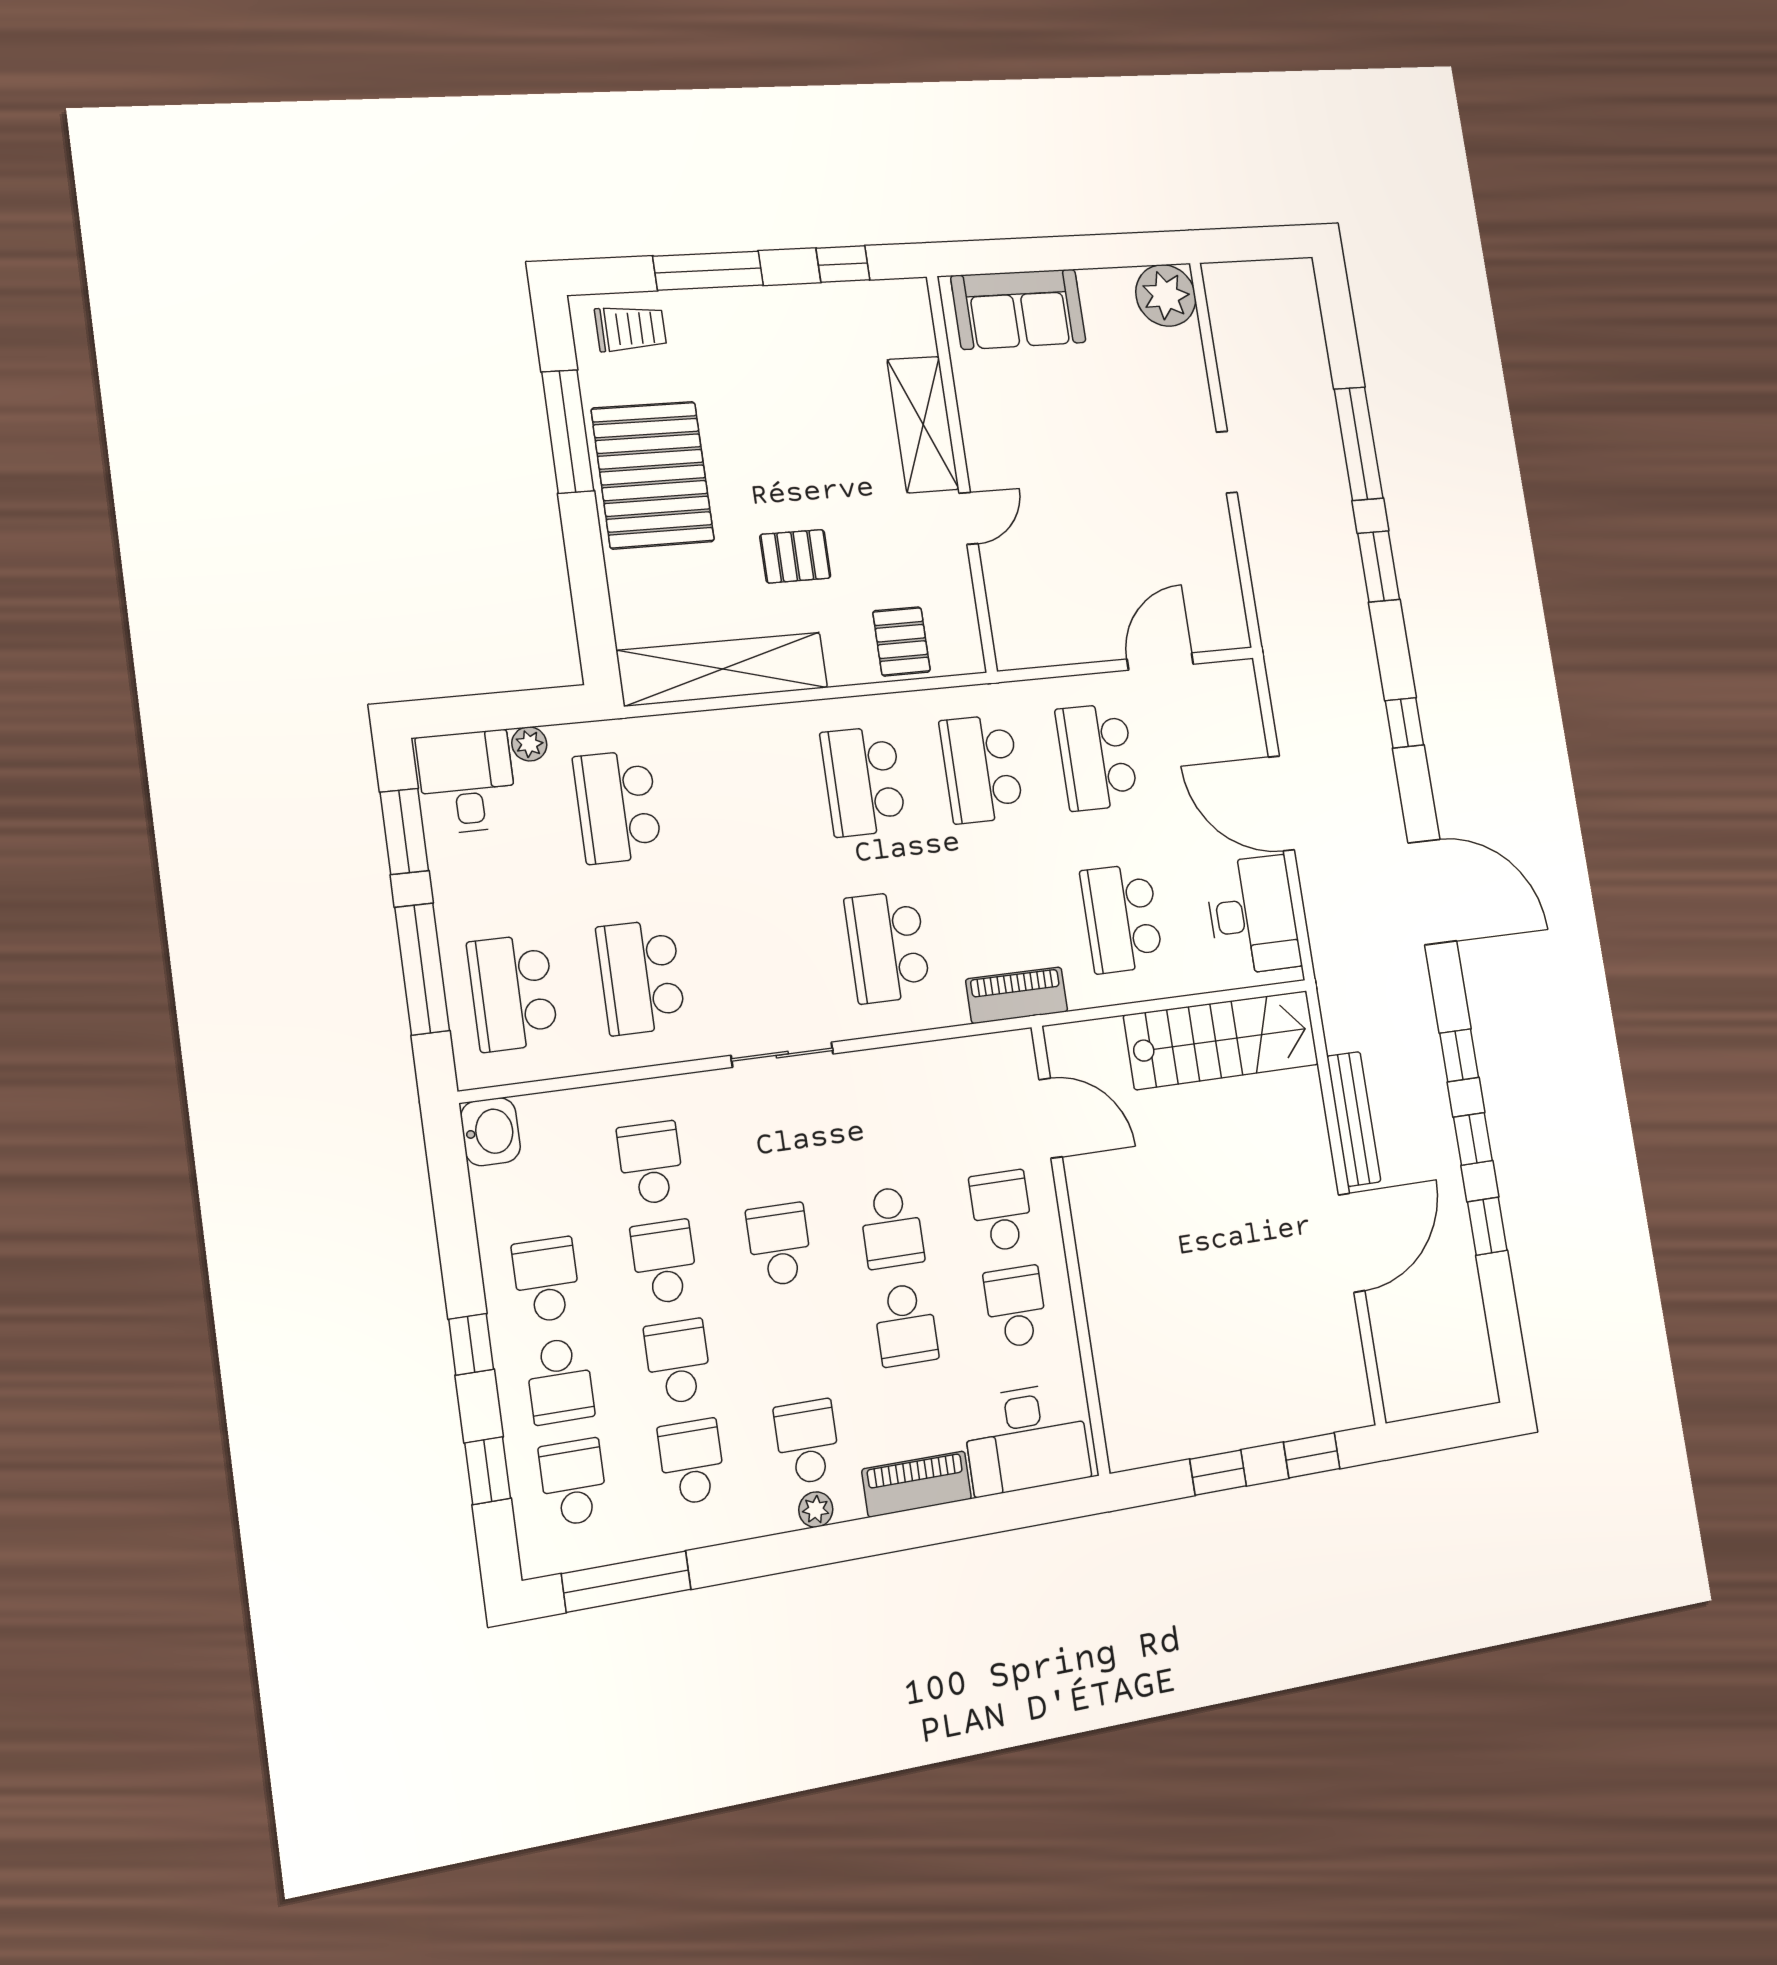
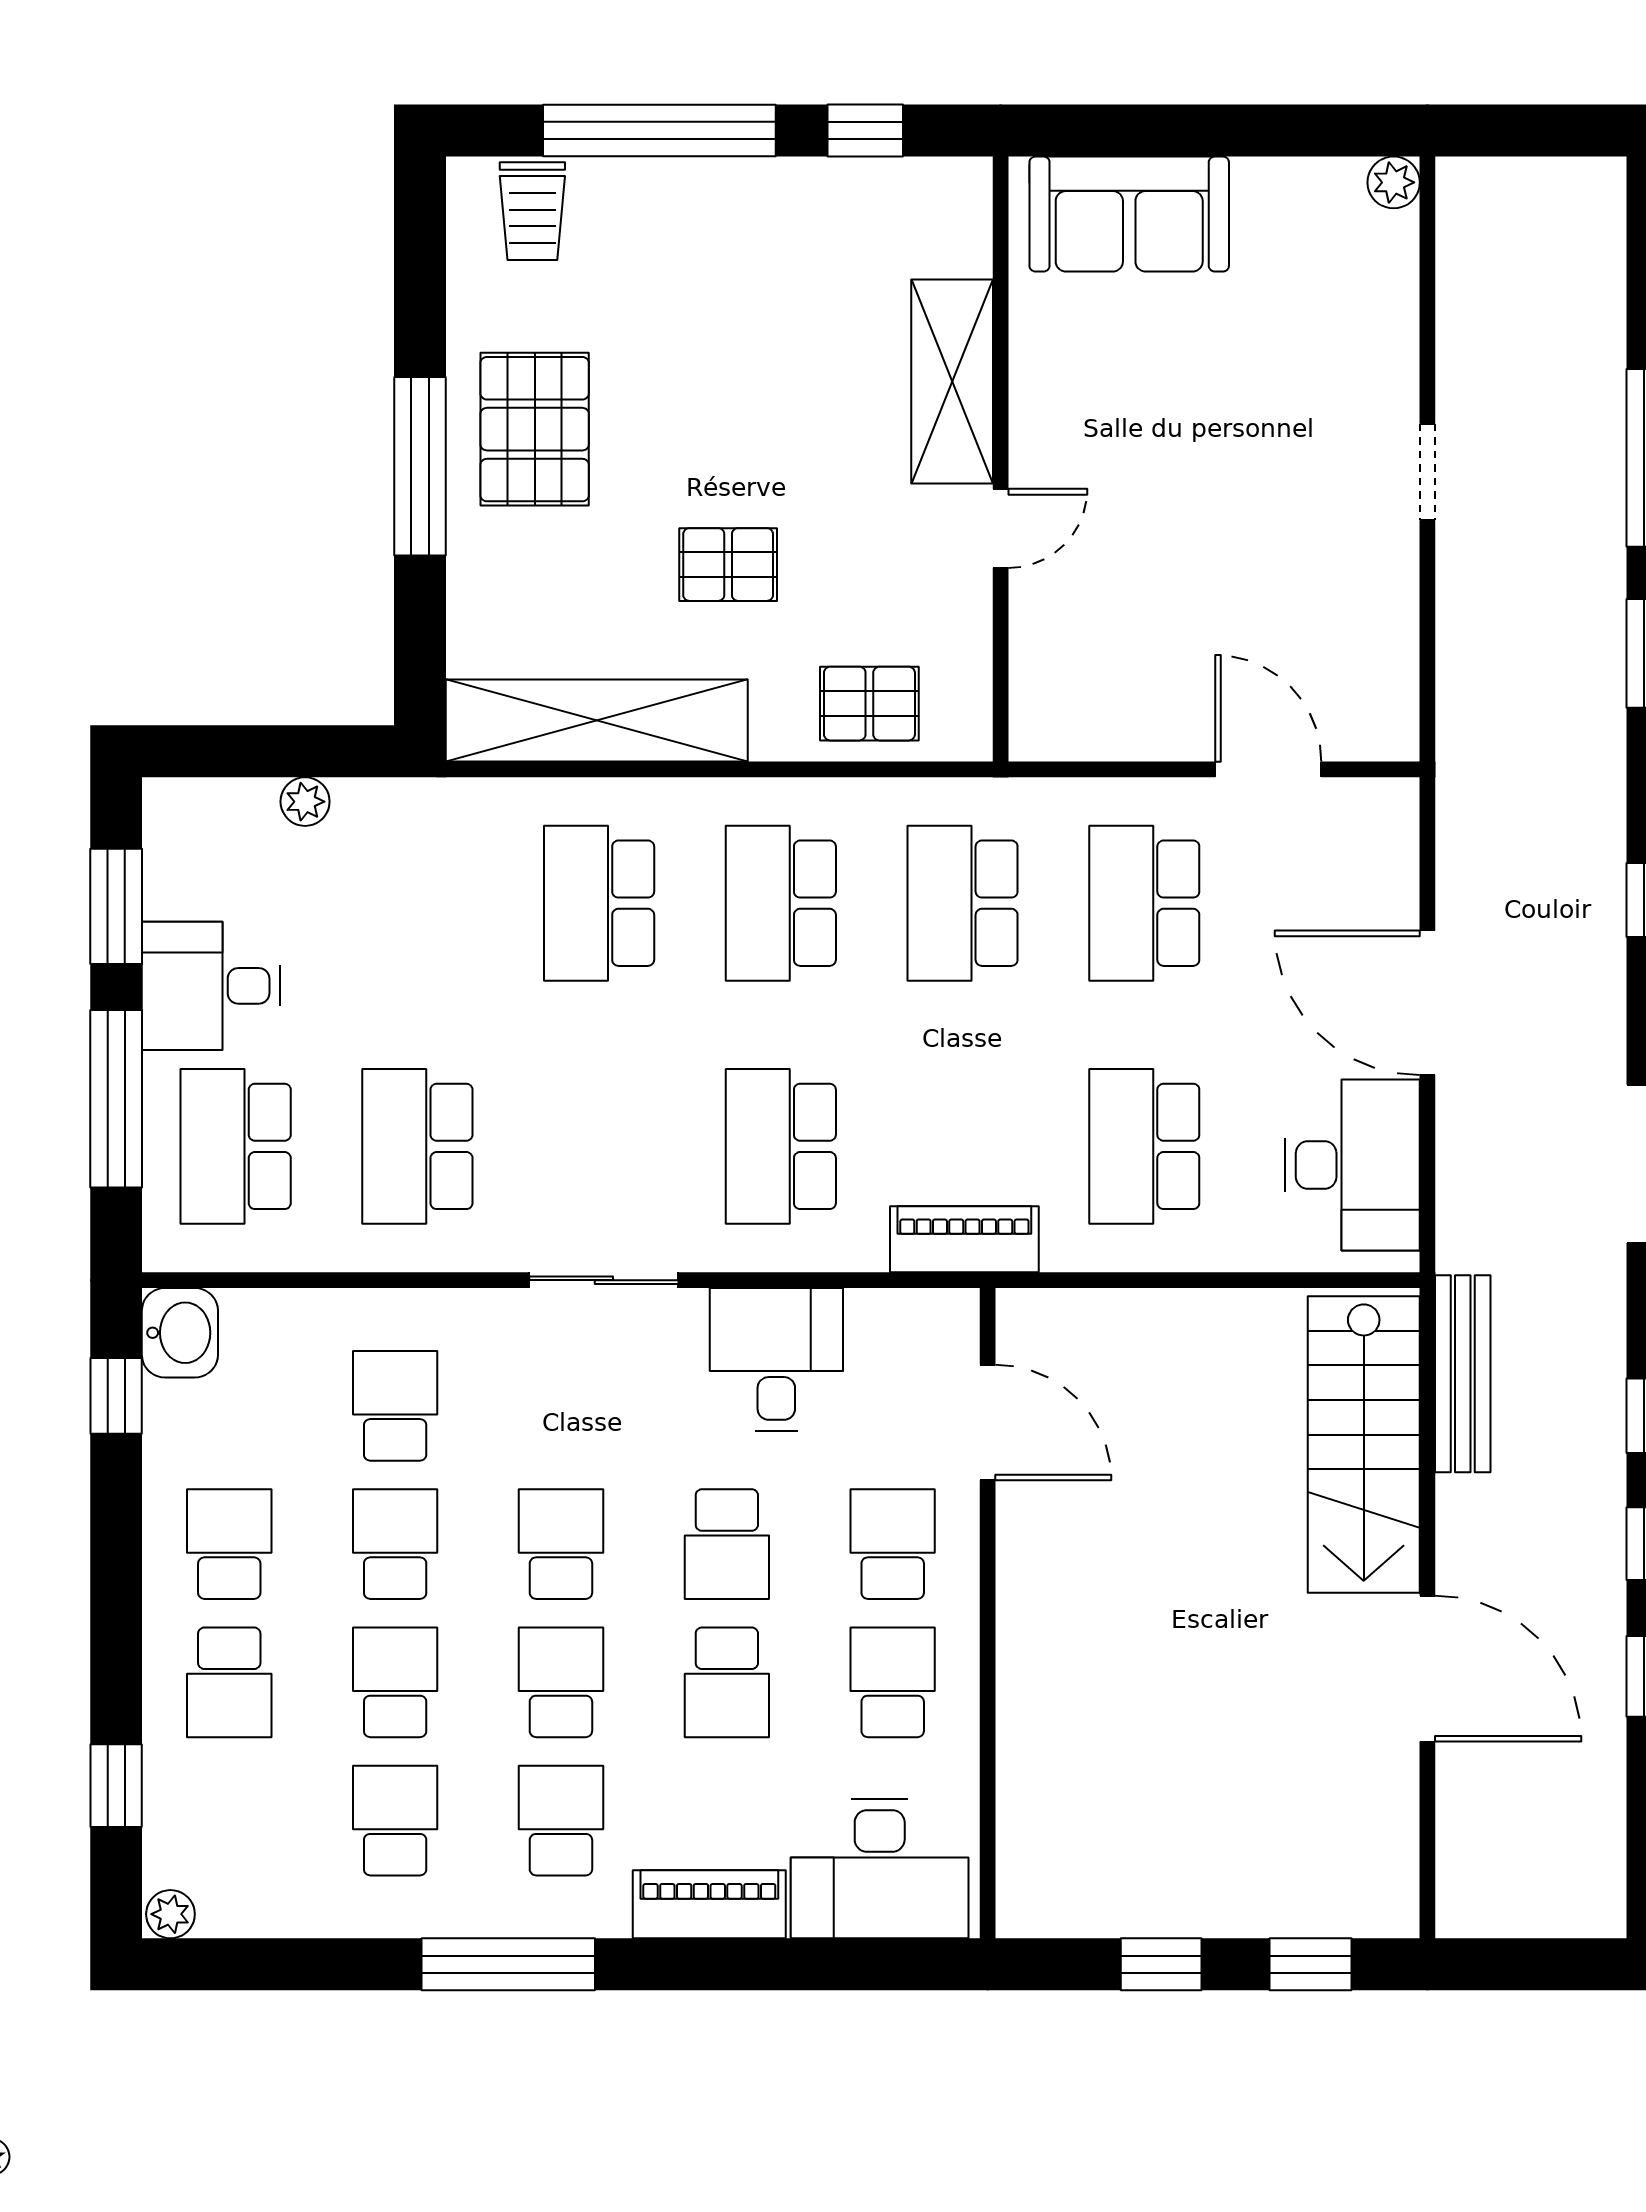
window: (708, 271) -> (659, 131), width x1.46
plant: (1166, 295) -> (1394, 182), width x0.53, depth x0.53
trolley: (631, 329) -> (532, 211), turned 90
window: (568, 431) -> (420, 466), moved
pallet: (653, 475) -> (535, 429), width x0.73, depth x0.71
pallet: (902, 641) -> (869, 704), turned 90
door: (1160, 662) -> (1268, 769), hinge flipped
desk: (467, 782) -> (211, 986), moved, turned -90
school desk: (618, 807) -> (599, 903), moved
stairs: (1222, 1040) -> (1364, 1444), moved, turned 90
desk: (906, 1094) -> (776, 1360), added
bench: (1354, 1119) -> (1463, 1374), moved
door: (1352, 1243) -> (1427, 1669), hinge flipped
window: (471, 1344) -> (116, 1396), moved
school desk: (573, 1482) -> (561, 1682), moved
plant: (816, 1510) -> (170, 1914), moved
window: (626, 1582) -> (508, 1964), moved

